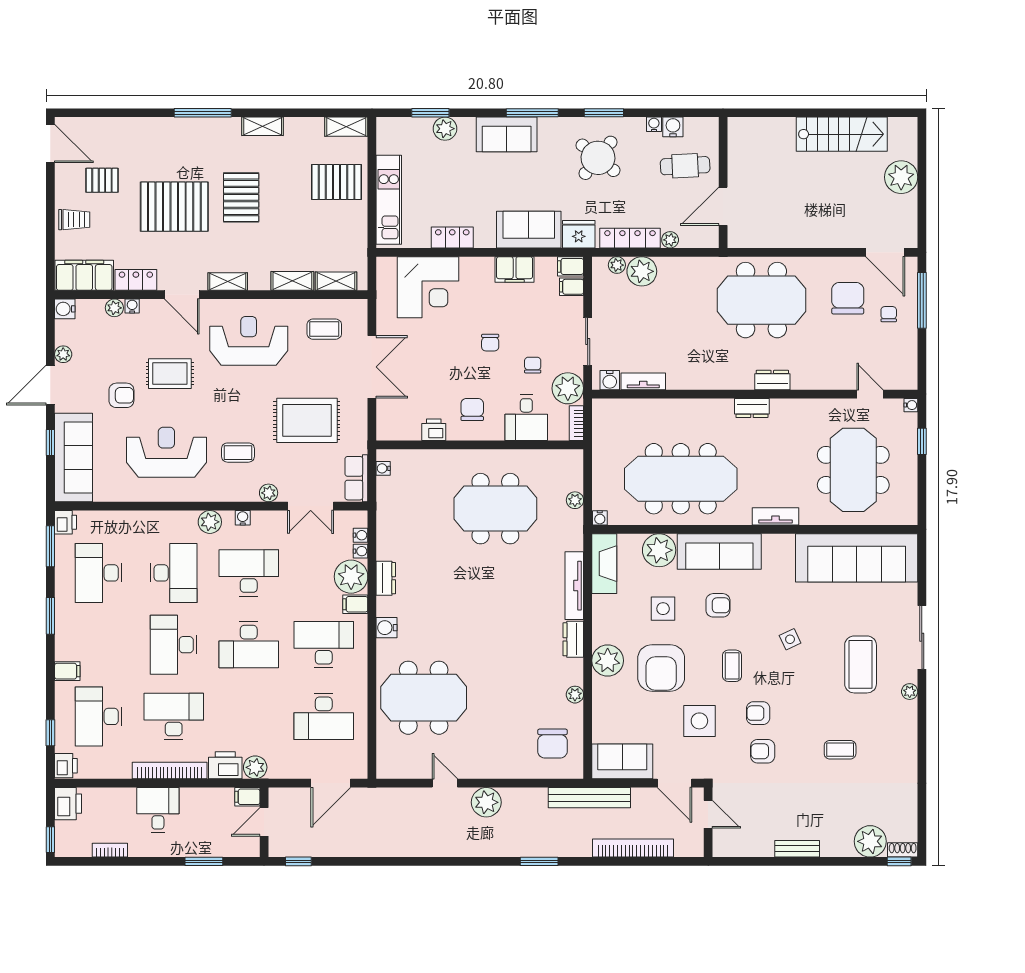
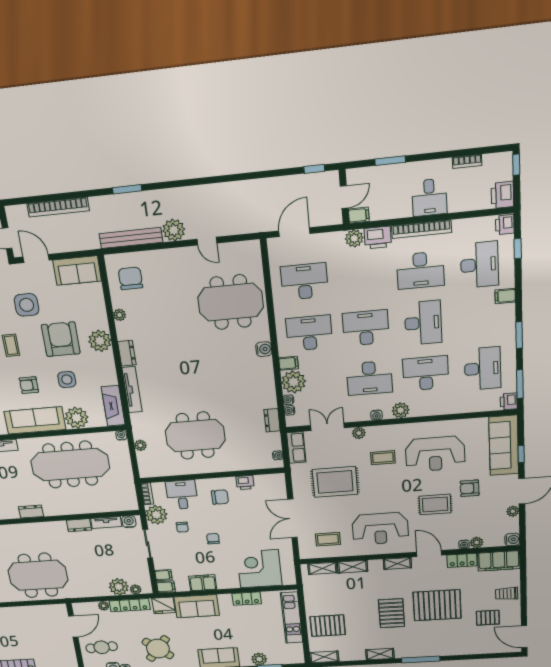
dresser: (772, 380) -> (79, 525), moved
chair: (472, 410) -> (220, 497), turned -90
desk: (174, 573) -> (426, 373), turned 90
dresser: (386, 578) -> (272, 420), moved
desk: (324, 645) -> (309, 333), turned 180
bench: (589, 798) -> (131, 238), moved

